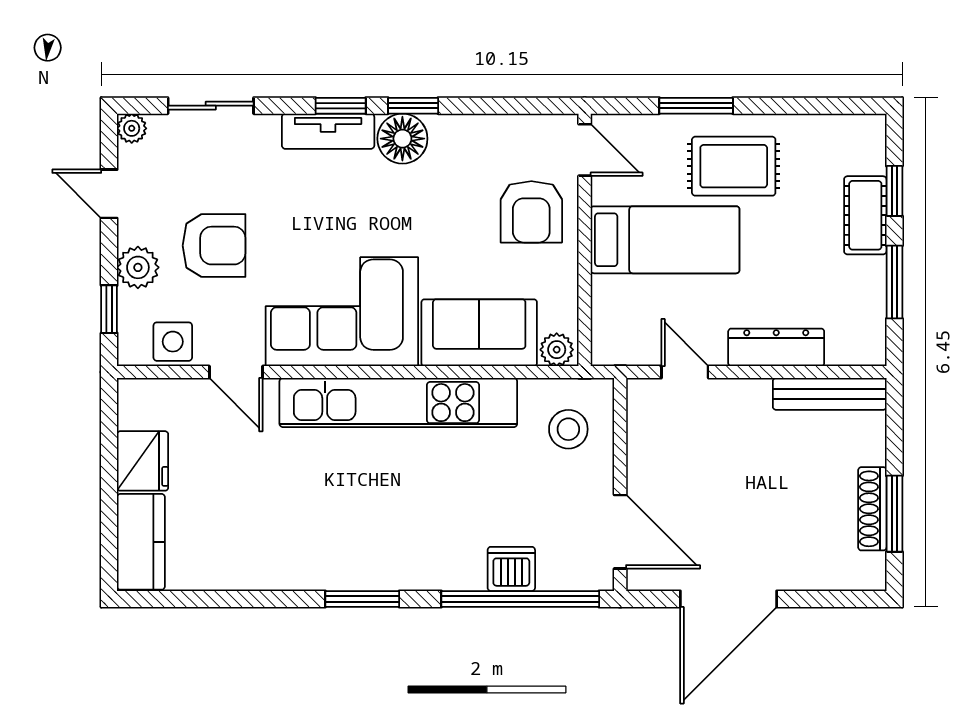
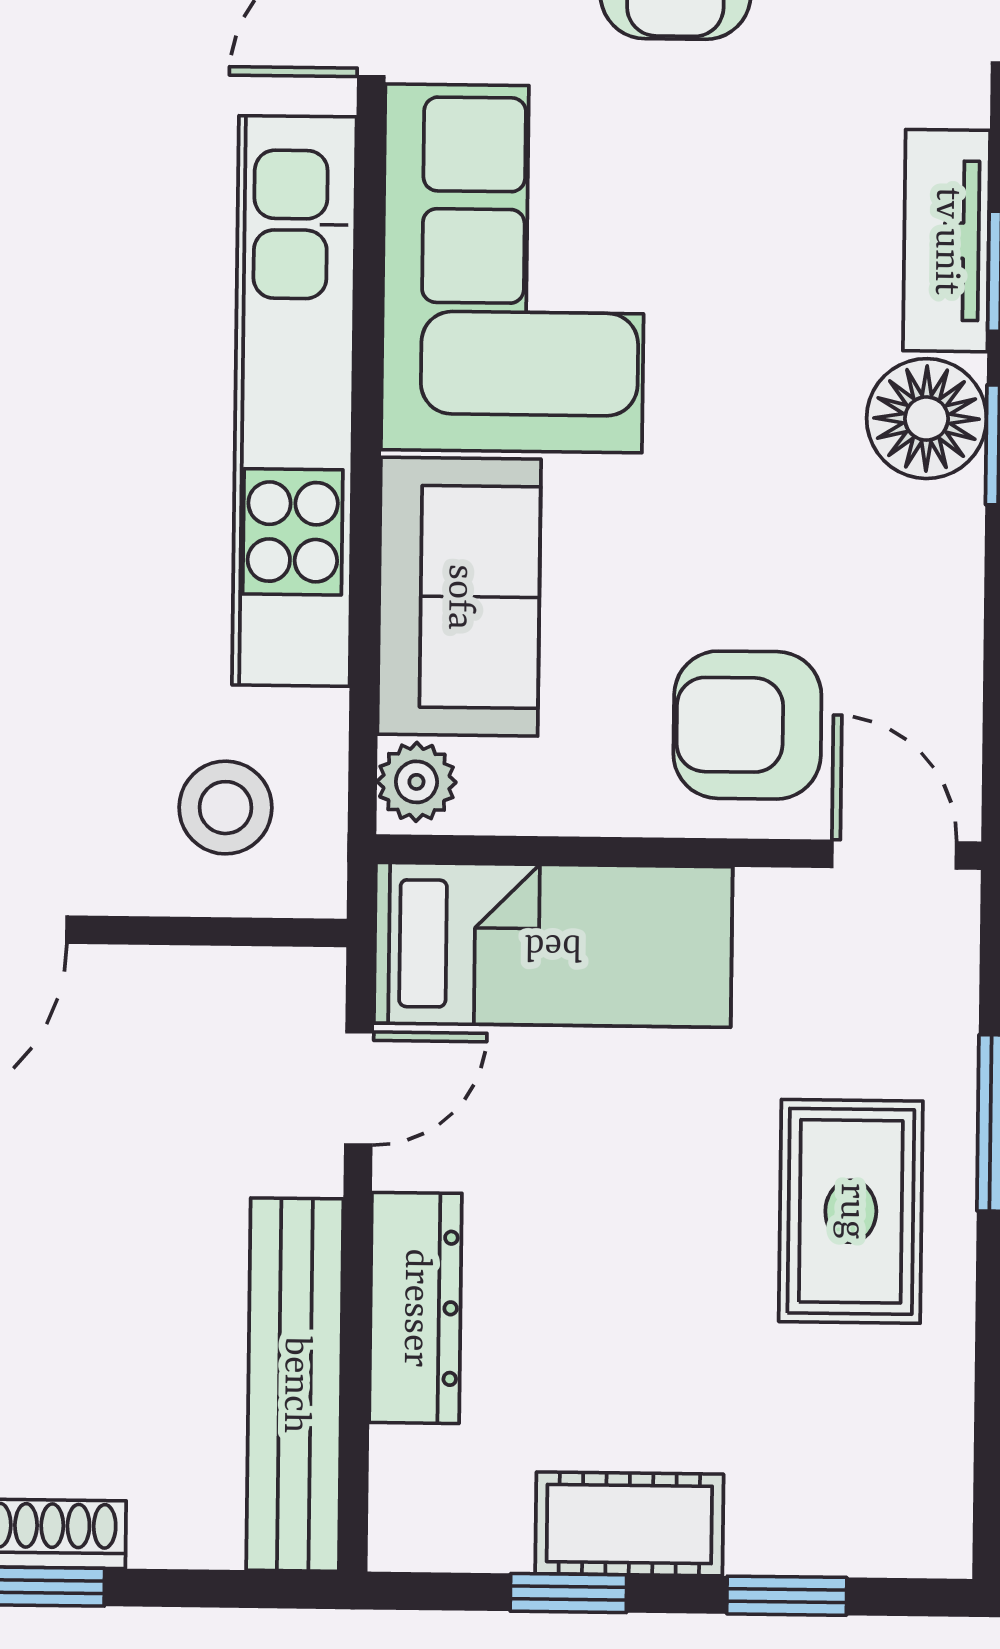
door: (585, 150) -> (894, 855), swing flipped
cot: (865, 215) -> (629, 1524), moved
bed: (665, 240) -> (553, 945), moved, turned -90
window: (894, 282) -> (568, 1593), width x0.67
bench: (830, 394) -> (295, 1385), width x1.37, depth x1.21

